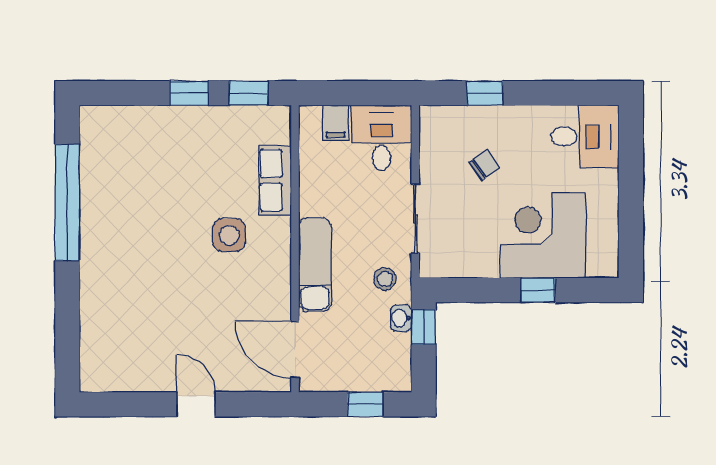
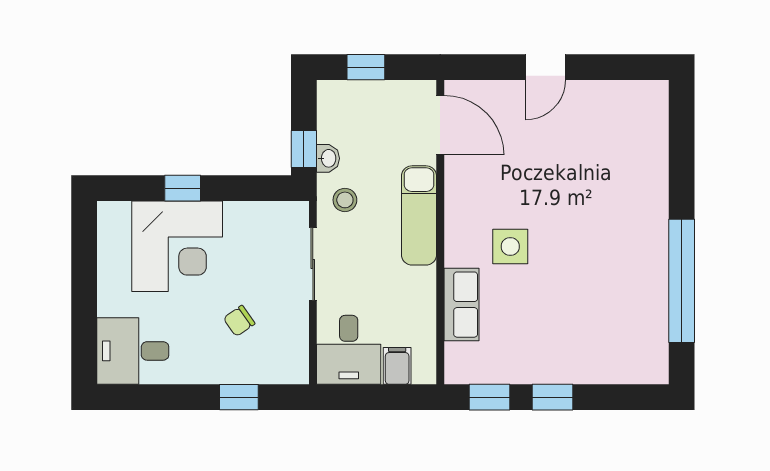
door: (196, 404) -> (545, 67), hinge flipped

